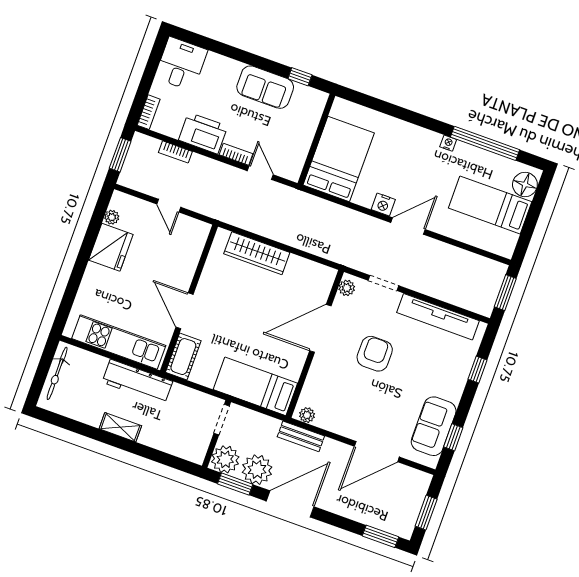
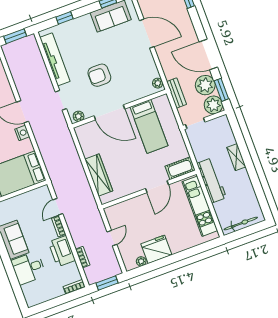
desk: (181, 64) -> (29, 268), moved
bed: (255, 386) -> (149, 126), moved
shelving: (120, 427) -> (236, 157), moved
bench: (301, 436) -> (176, 93), moved

